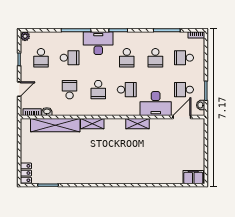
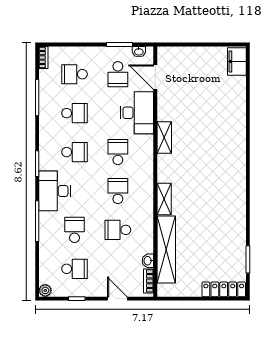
school desk: (184, 58) -> (74, 74), turned 90
school desk: (98, 90) -> (118, 191), turned -90
locker: (26, 173) -> (224, 289), width x1.53

